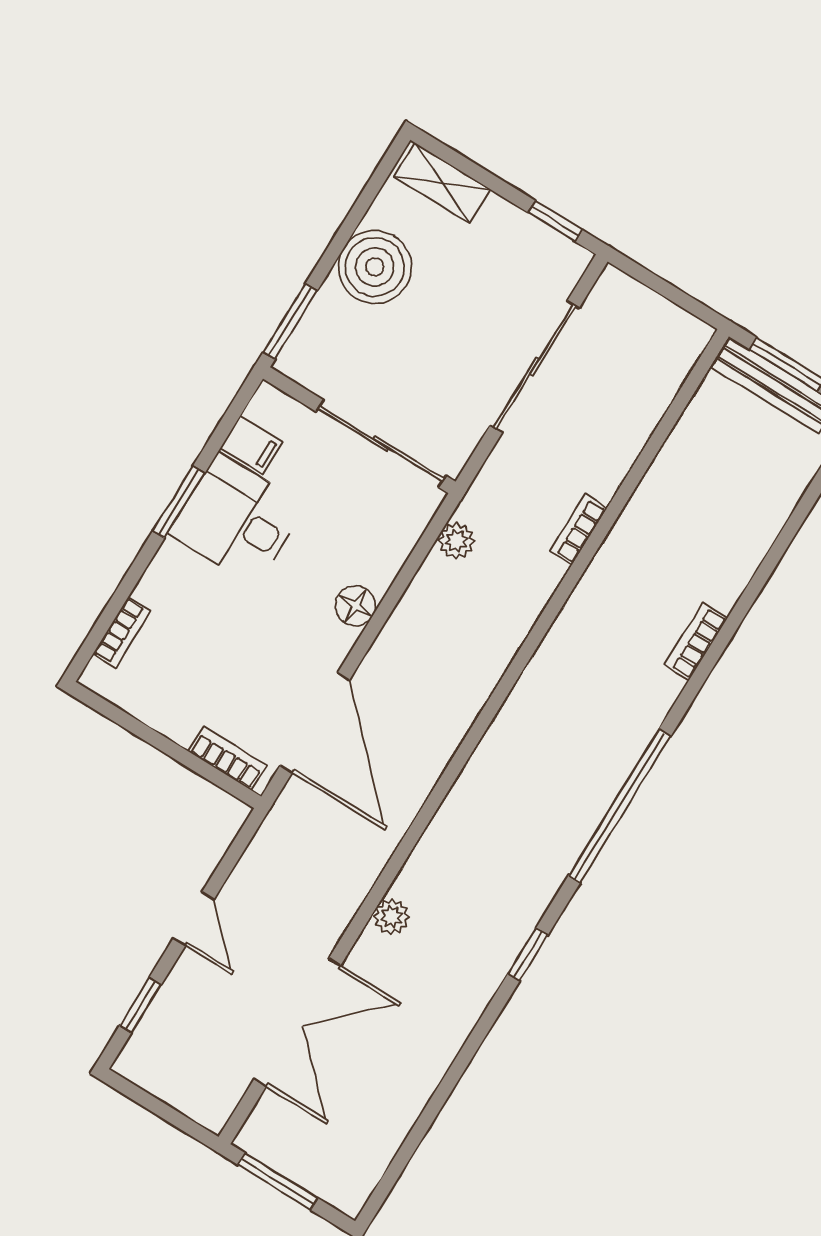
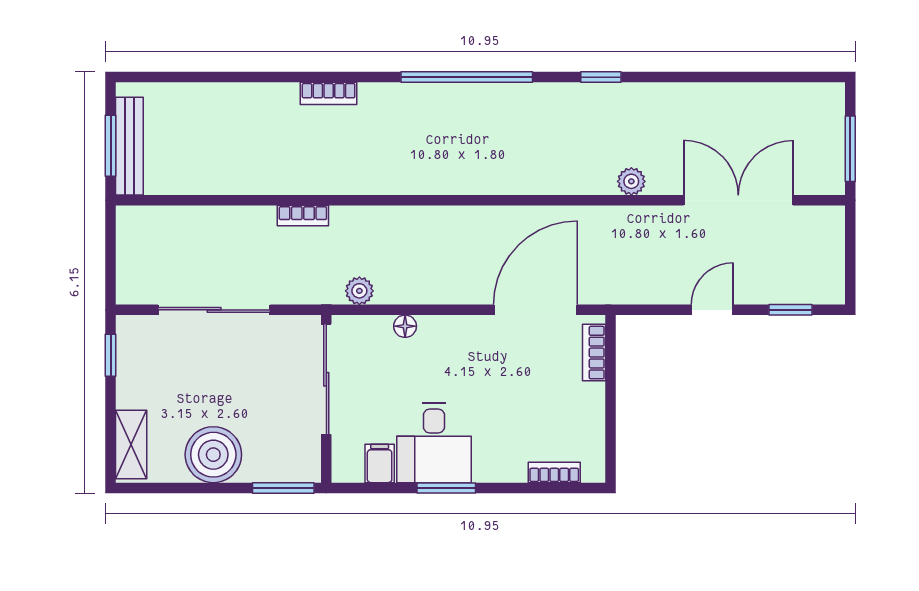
floor lamp: (355, 606) -> (405, 326), moved, width x0.73, depth x0.73

